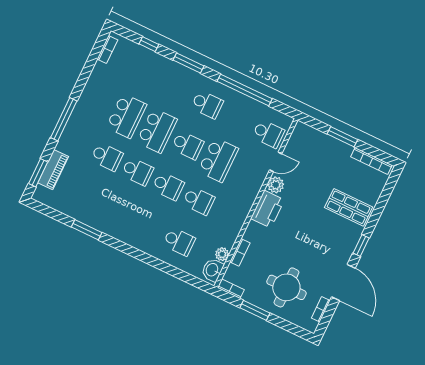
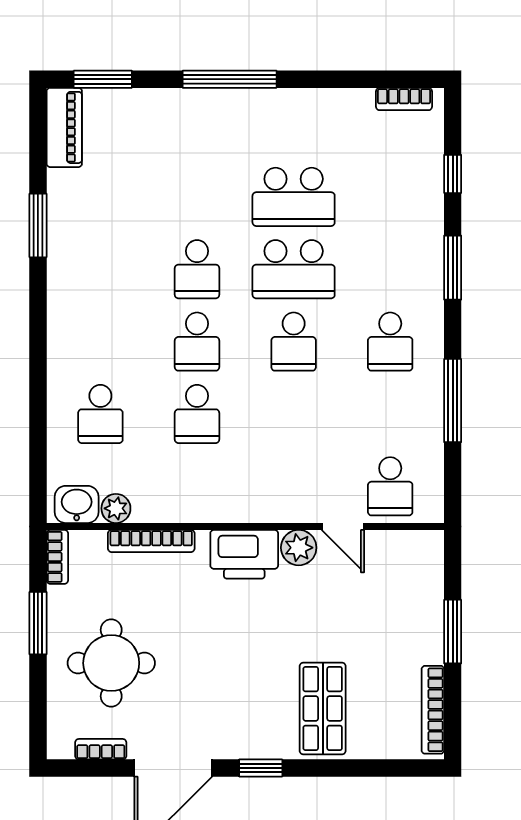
window: (245, 90) -> (453, 401), width x0.68
school desk: (107, 157) -> (197, 197), removed
school desk: (218, 160) -> (294, 414), removed
piano: (53, 170) -> (64, 127), moved, turned -90
bookcase: (240, 252) -> (151, 541), width x1.56

